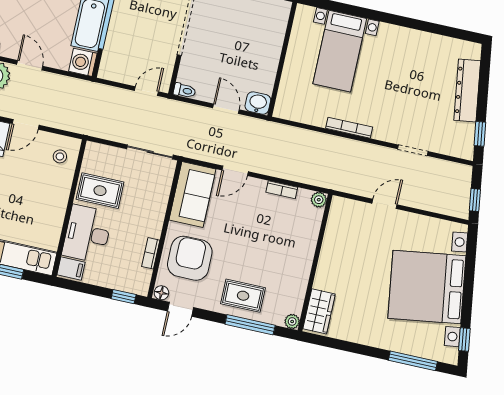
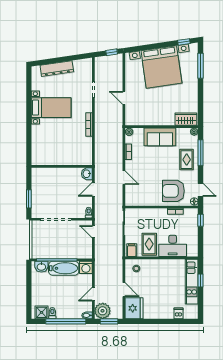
bed with nightstands: (340, 51) -> (51, 108), moved
window: (480, 134) -> (77, 57), removed
sofa: (192, 195) -> (160, 137), moved, turned 180
filing cabinet: (71, 269) -> (132, 250), moved

